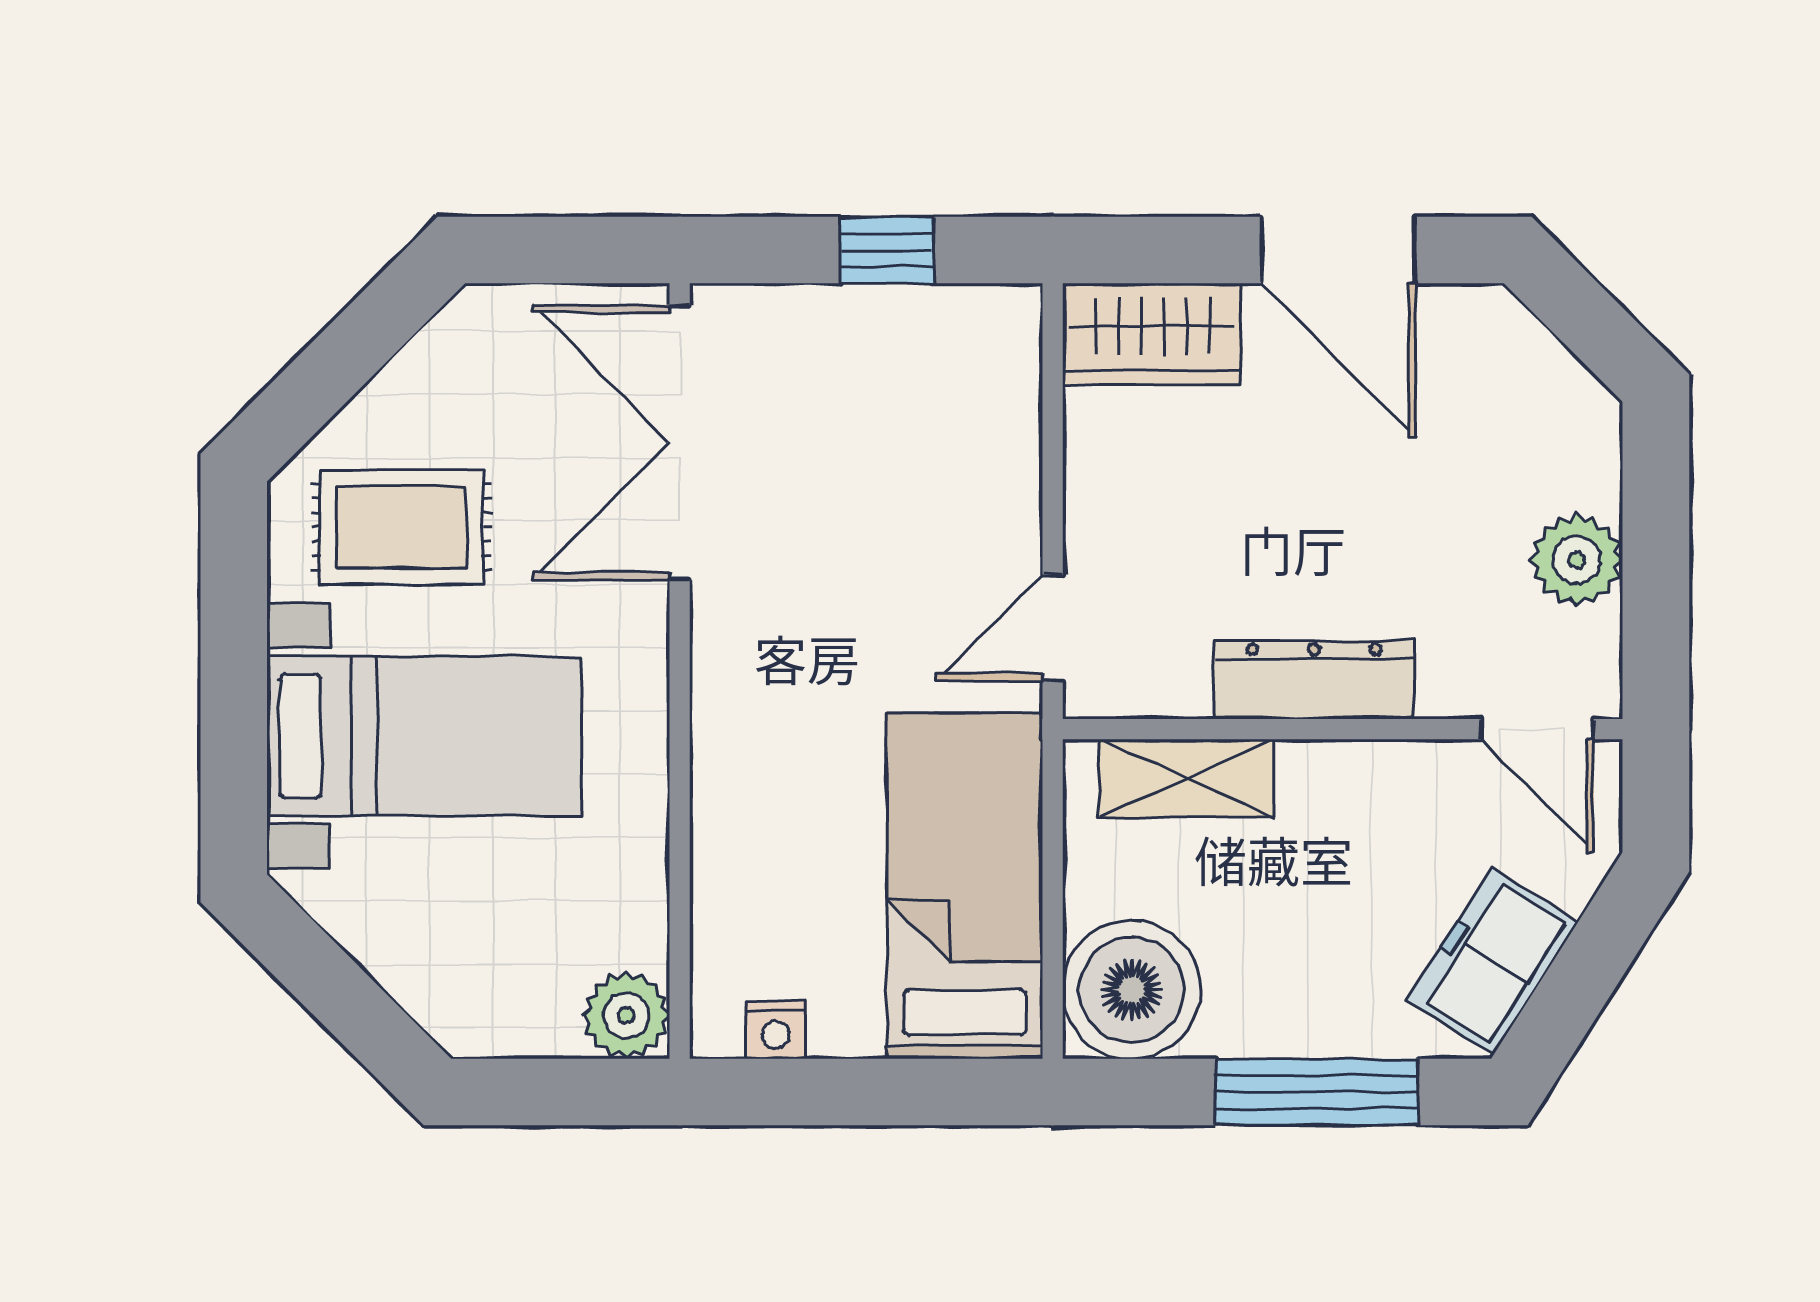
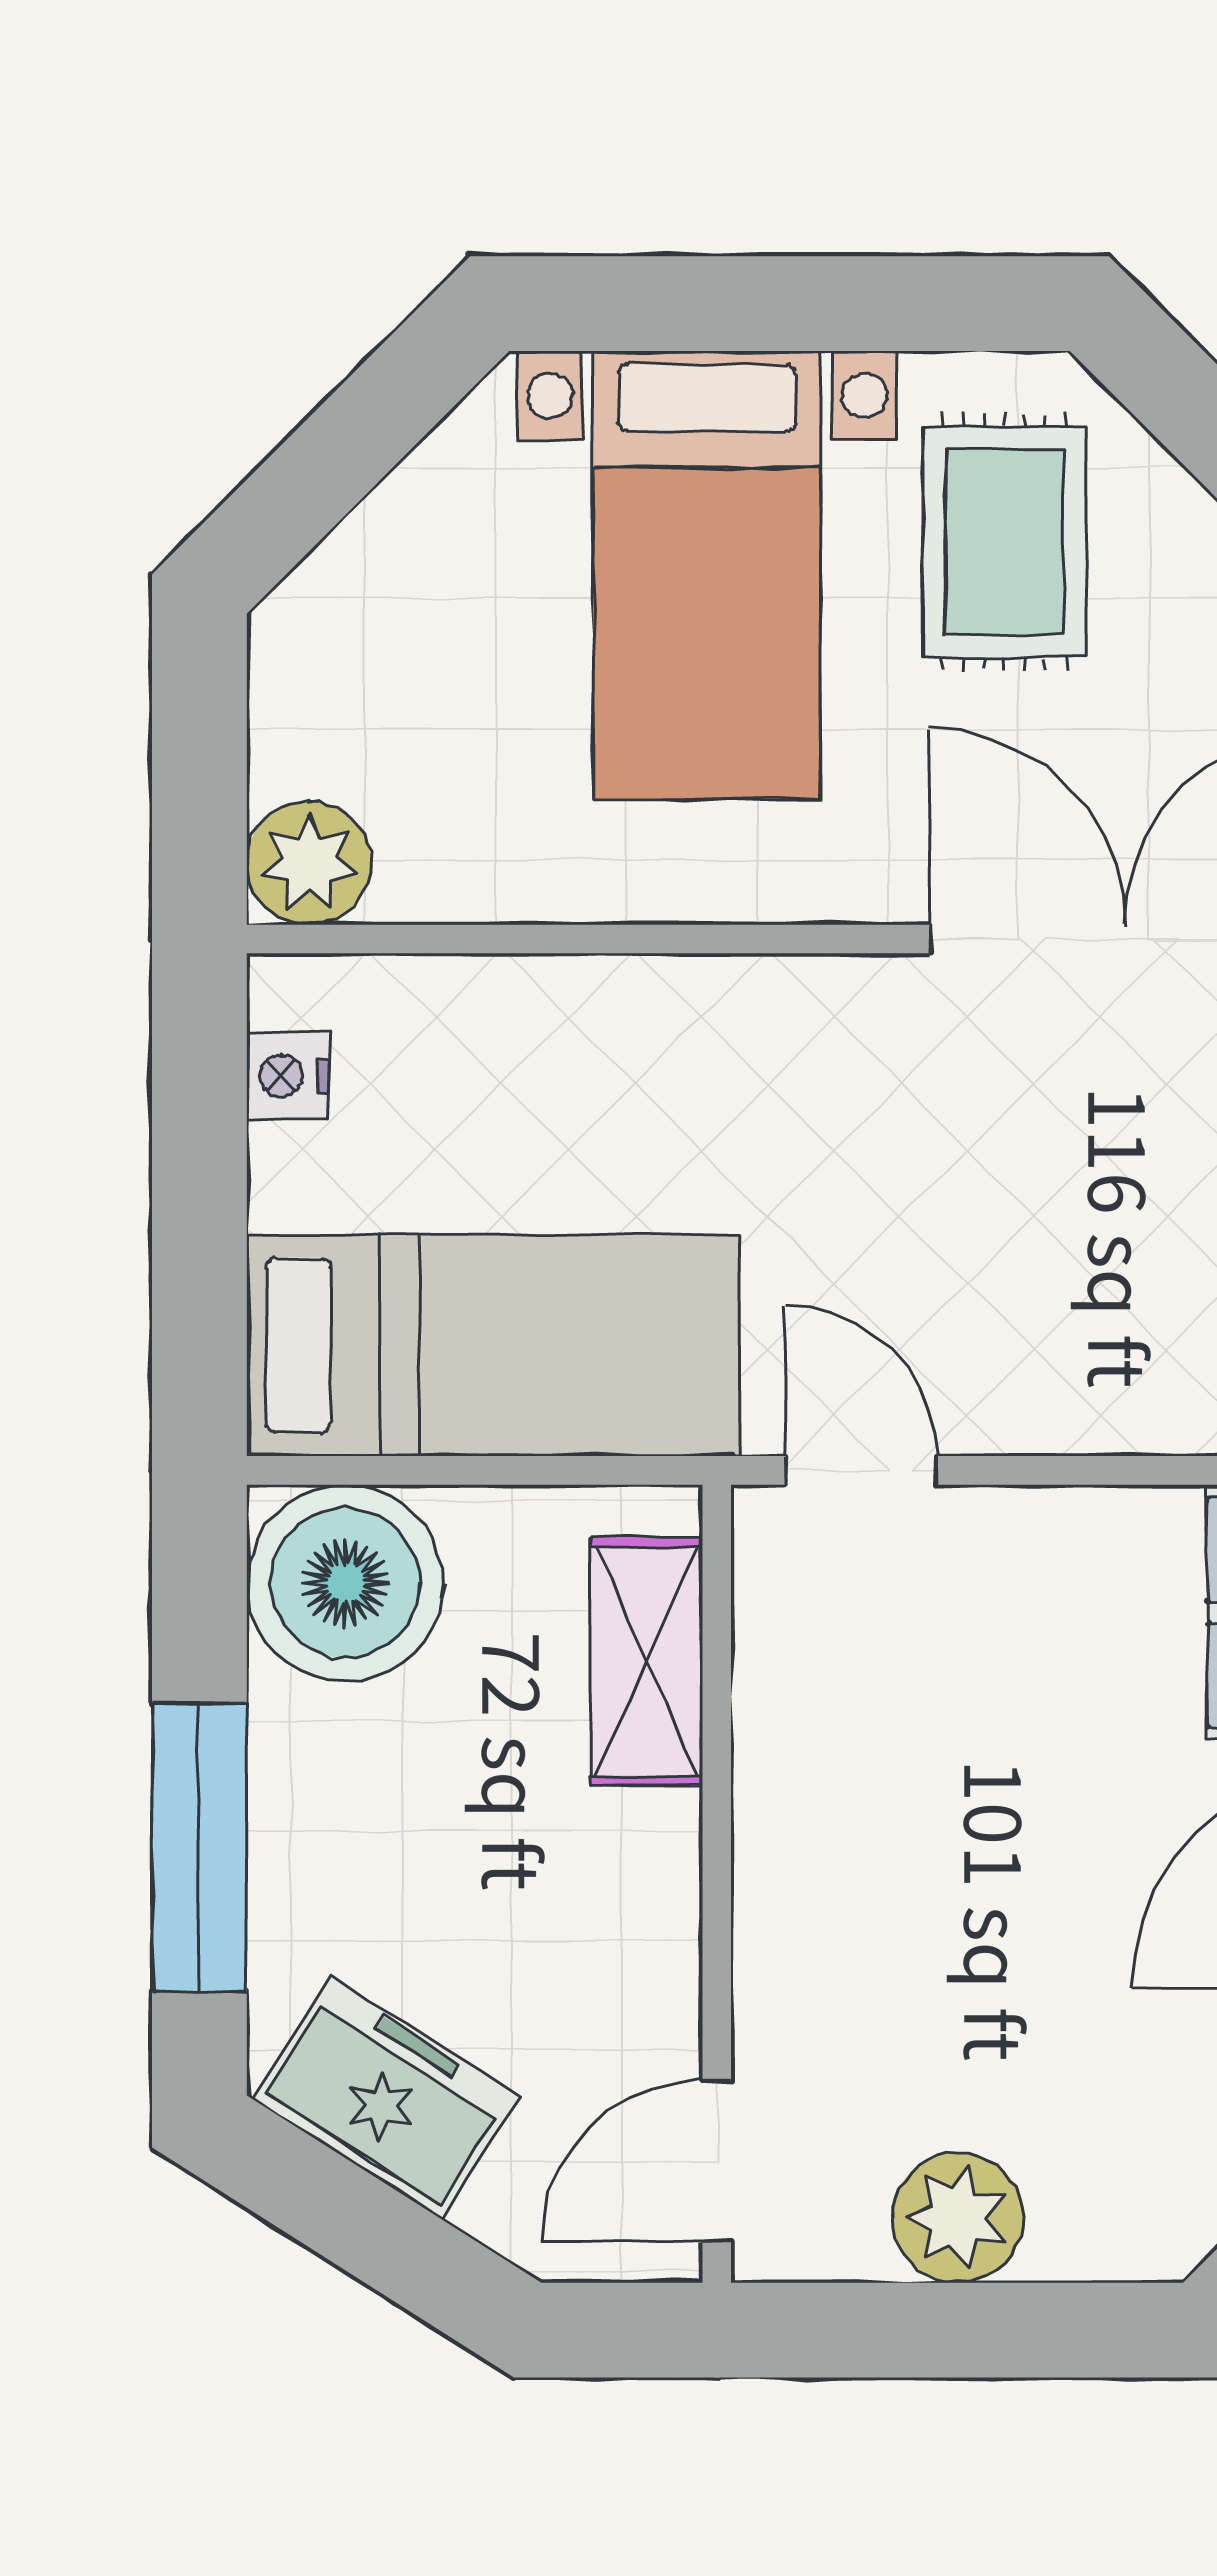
dresser: (1314, 680) -> (787, 1843), removed

